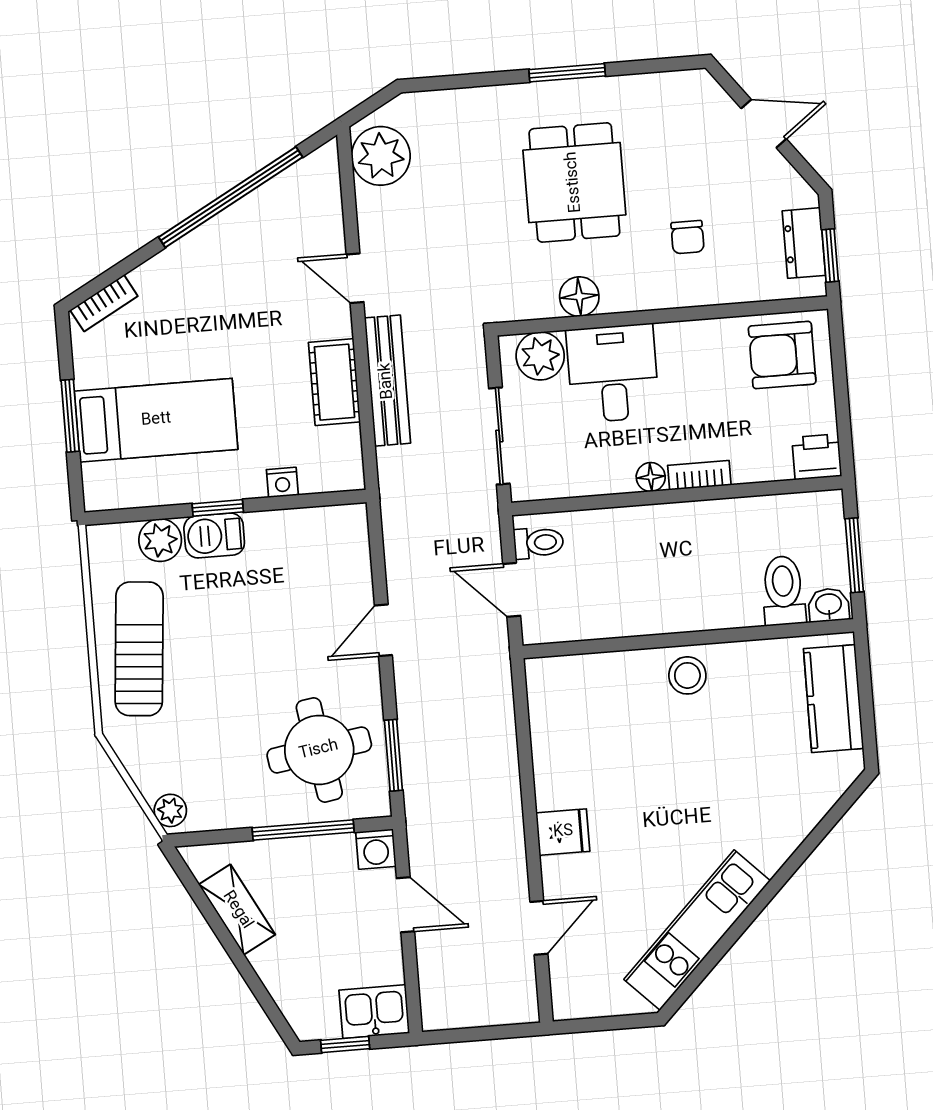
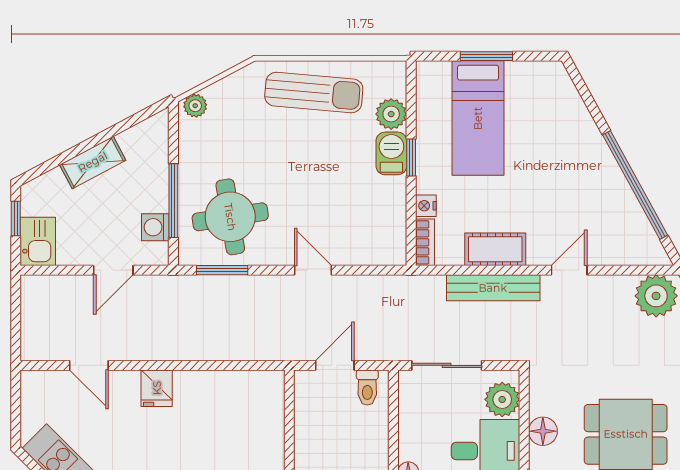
bookcase: (104, 303) -> (425, 242), moved, turned -151
washing machine: (376, 849) -> (155, 227), moved
shelving: (237, 910) -> (93, 162), moved

